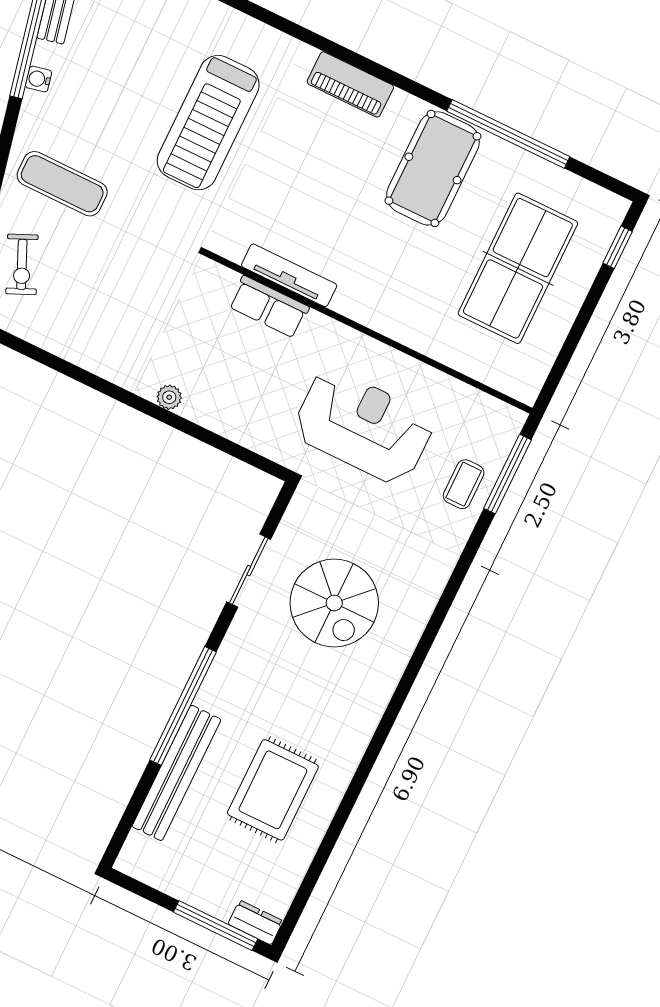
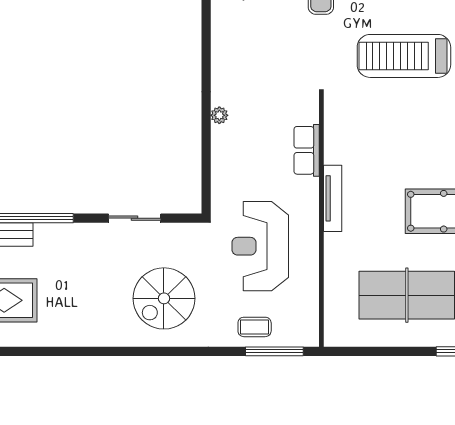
tv unit: (289, 275) -> (333, 198), moved
reception desk: (363, 426) -> (260, 246), turned 180
spiral stairs: (334, 603) -> (164, 298), moved

